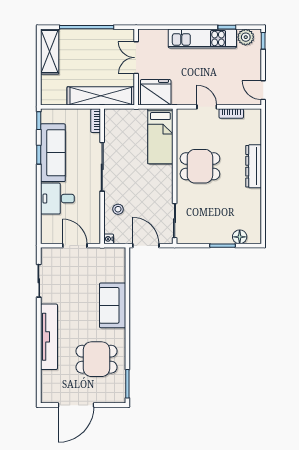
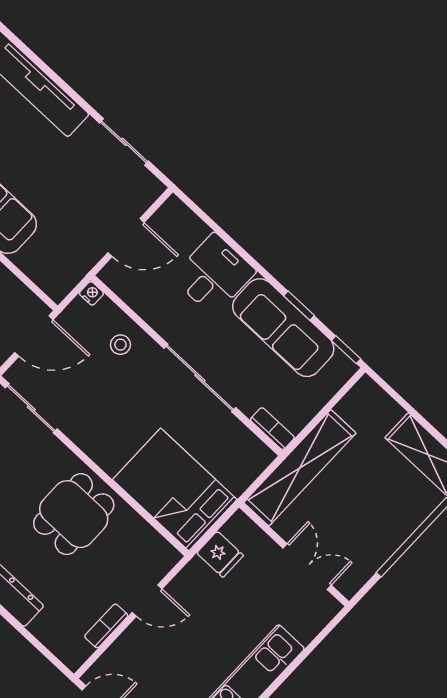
fridge: (156, 92) -> (220, 554), width x0.53, depth x0.75
bed: (160, 136) -> (175, 490), width x1.50

